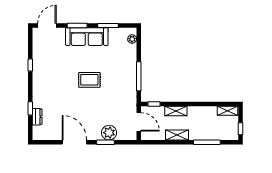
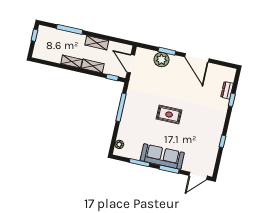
shelving: (227, 111) -> (72, 62), moved

